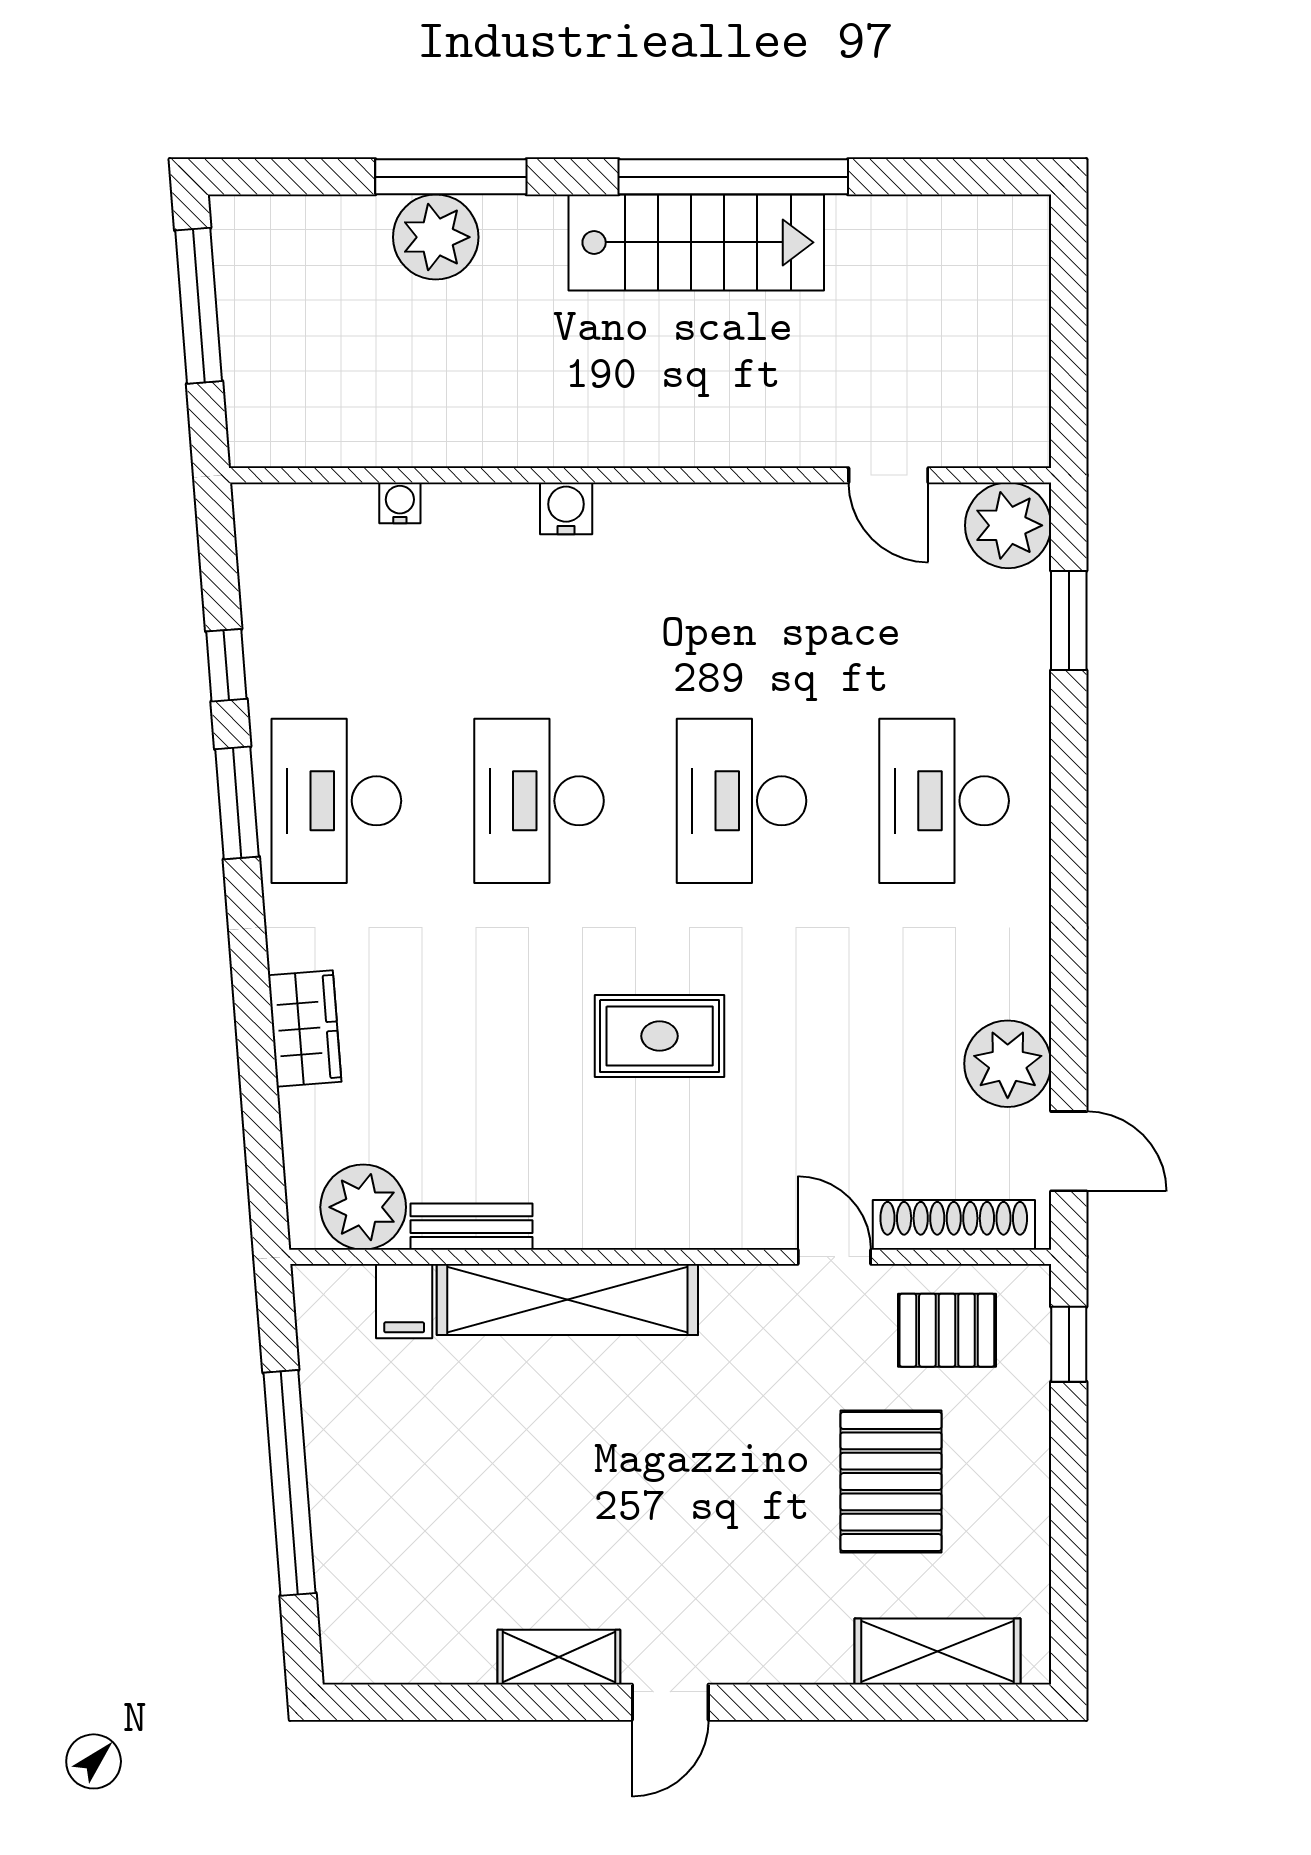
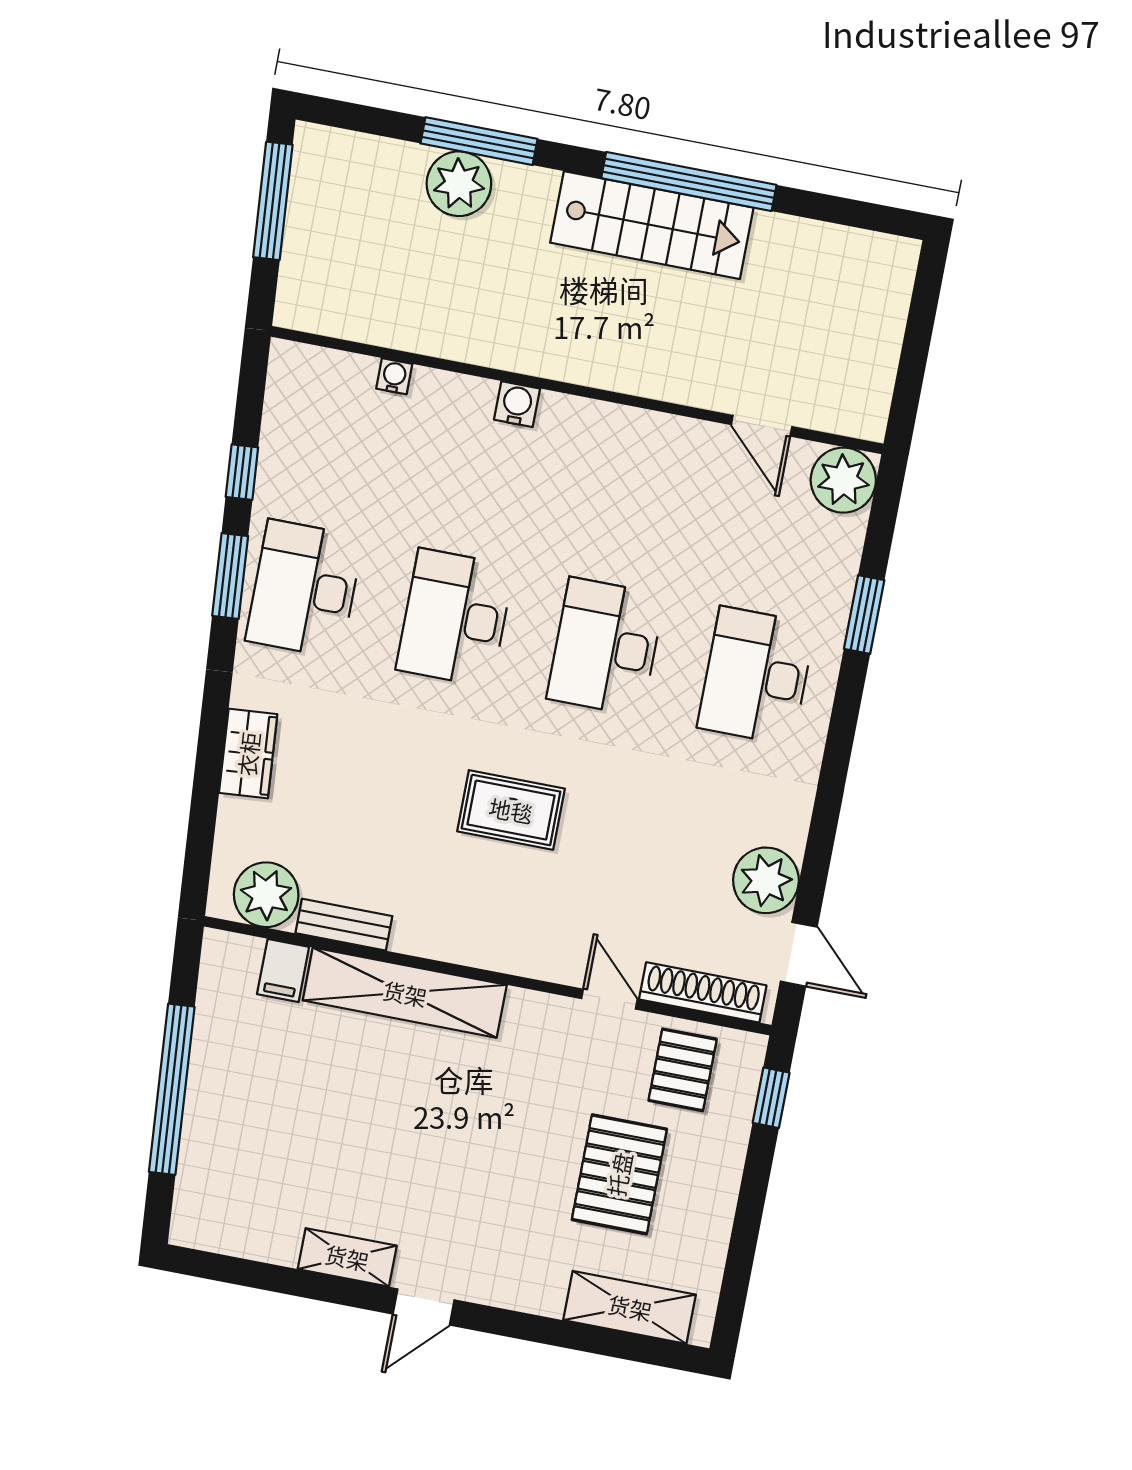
window: (1069, 620) -> (864, 615), moved
pallet: (947, 1330) -> (683, 1070), turned 90

